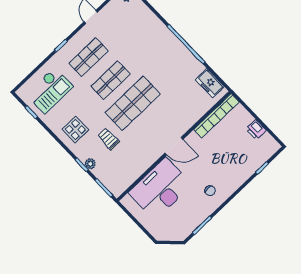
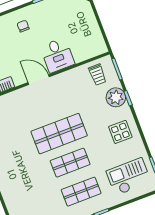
trolley: (109, 139) -> (97, 75), moved
plant: (90, 164) -> (116, 97), width x1.88, depth x1.88
desk: (160, 189) -> (57, 55), width x0.53, depth x0.77

